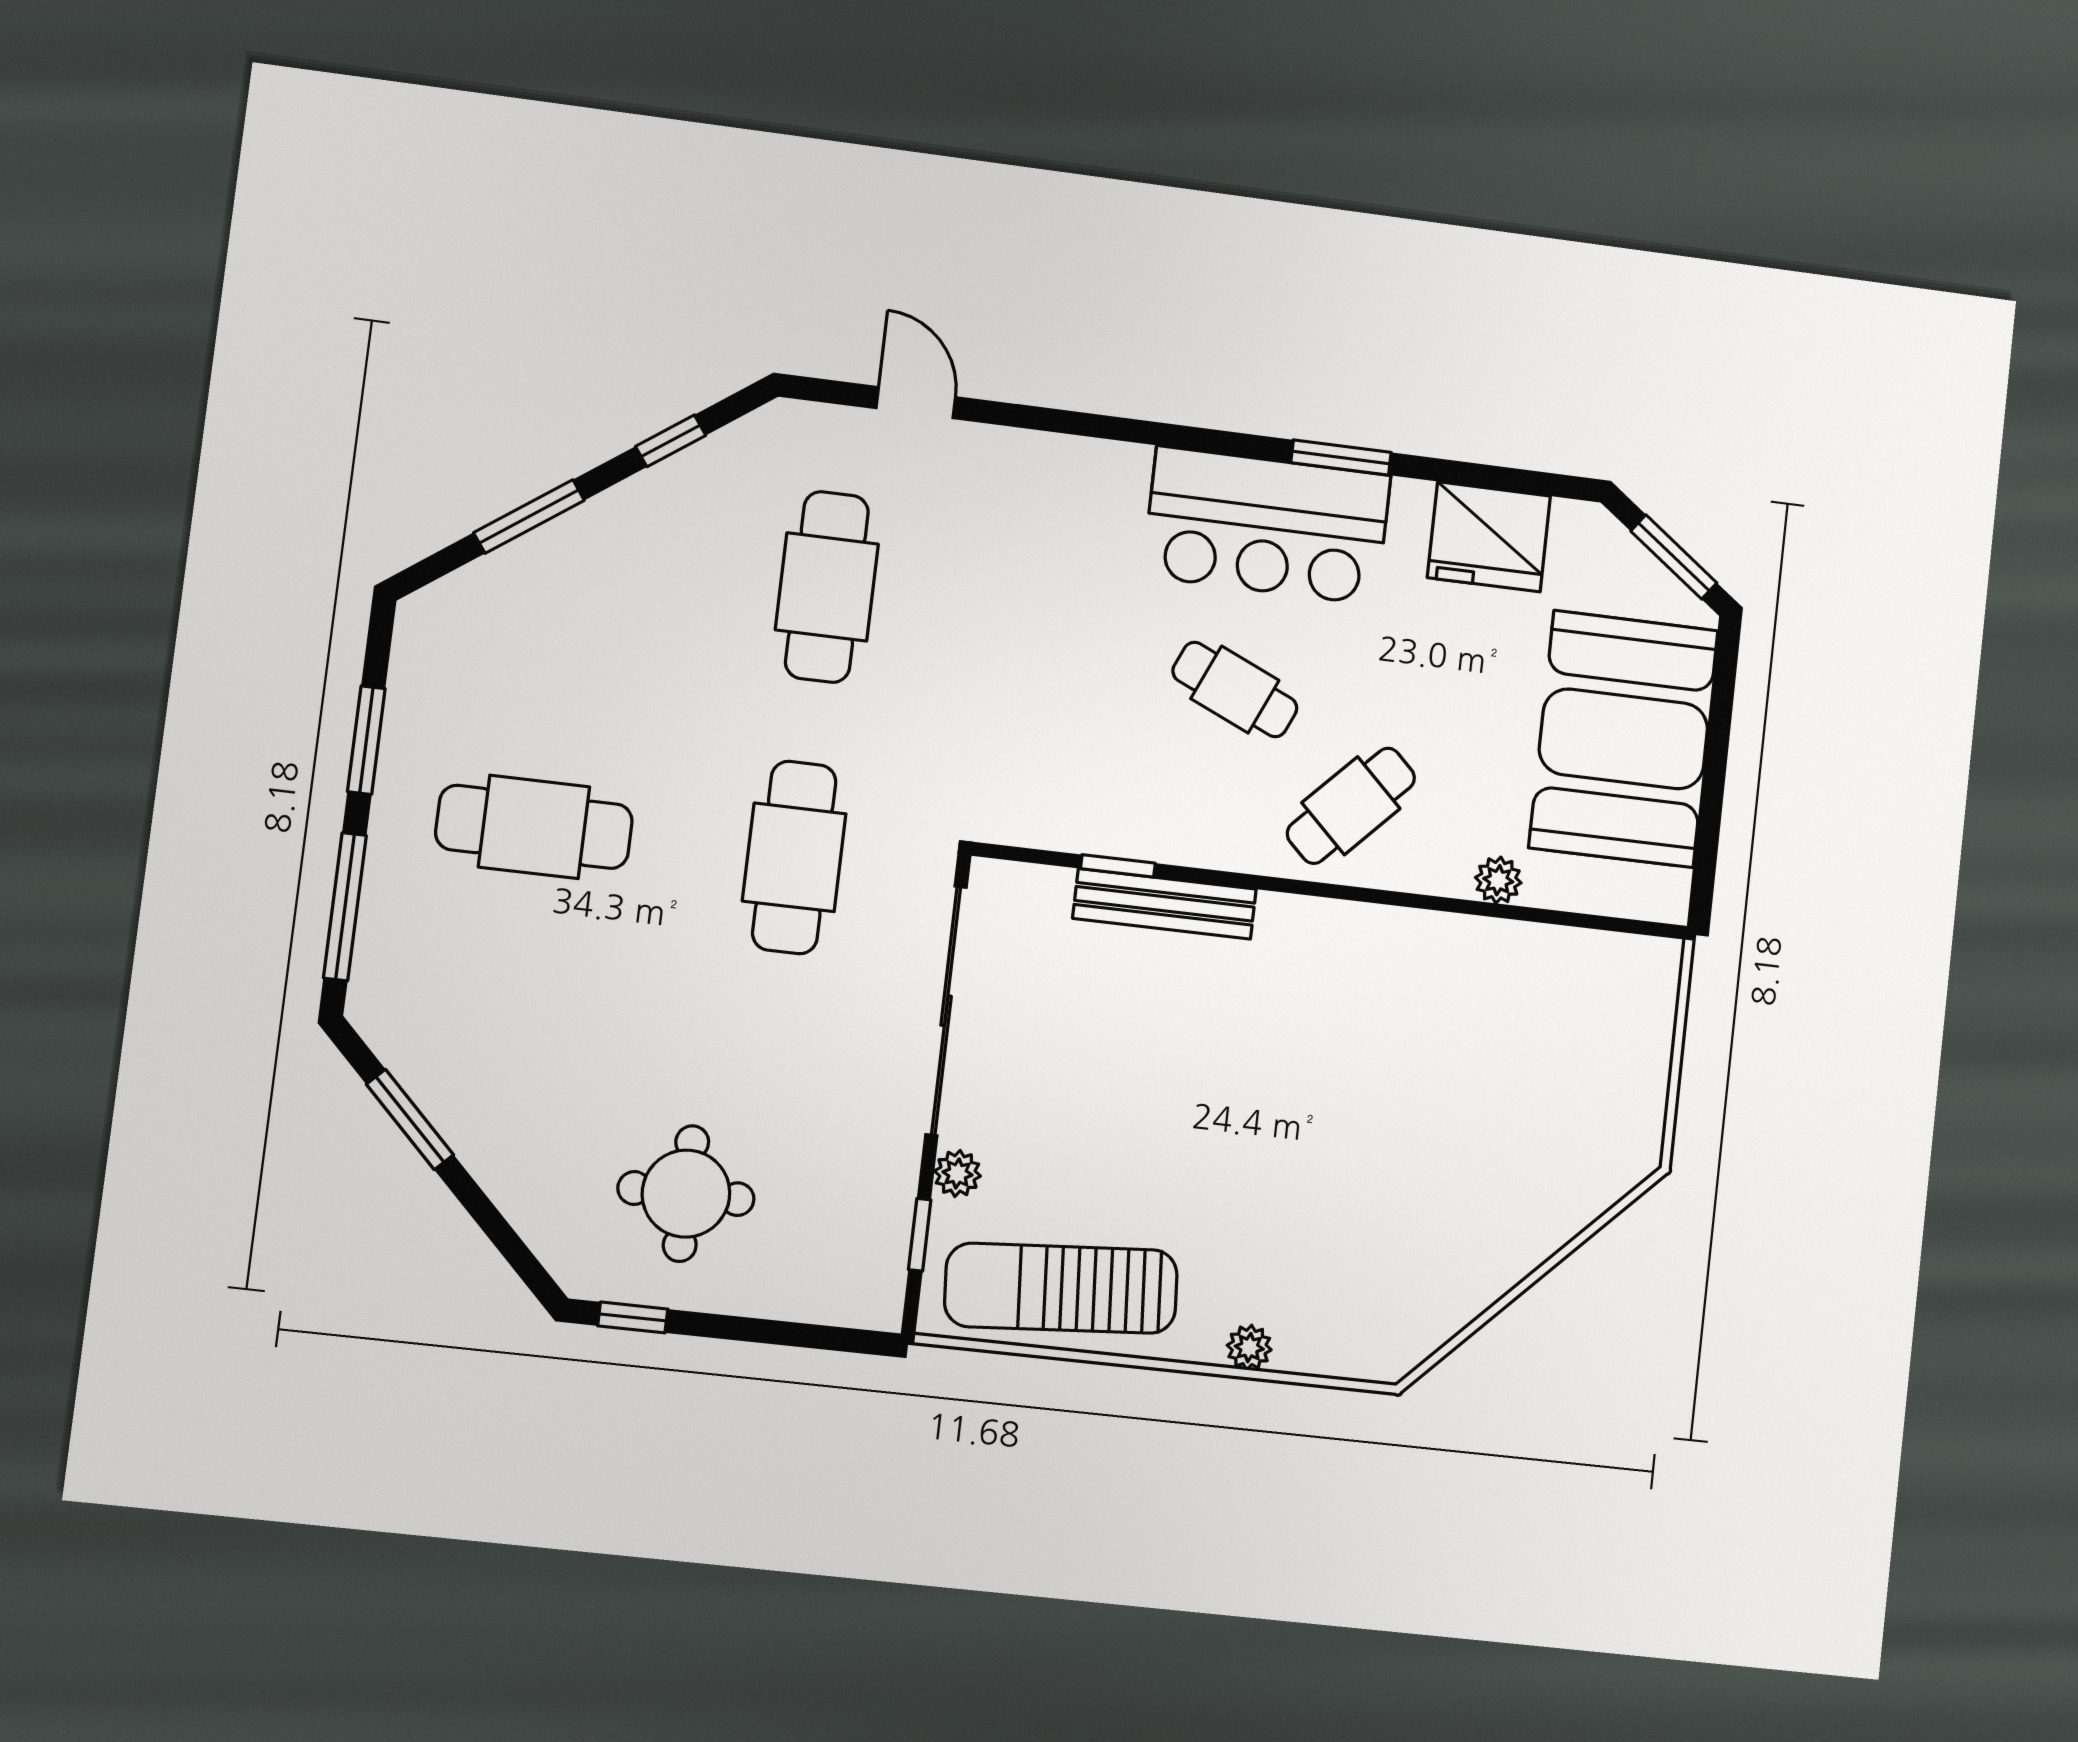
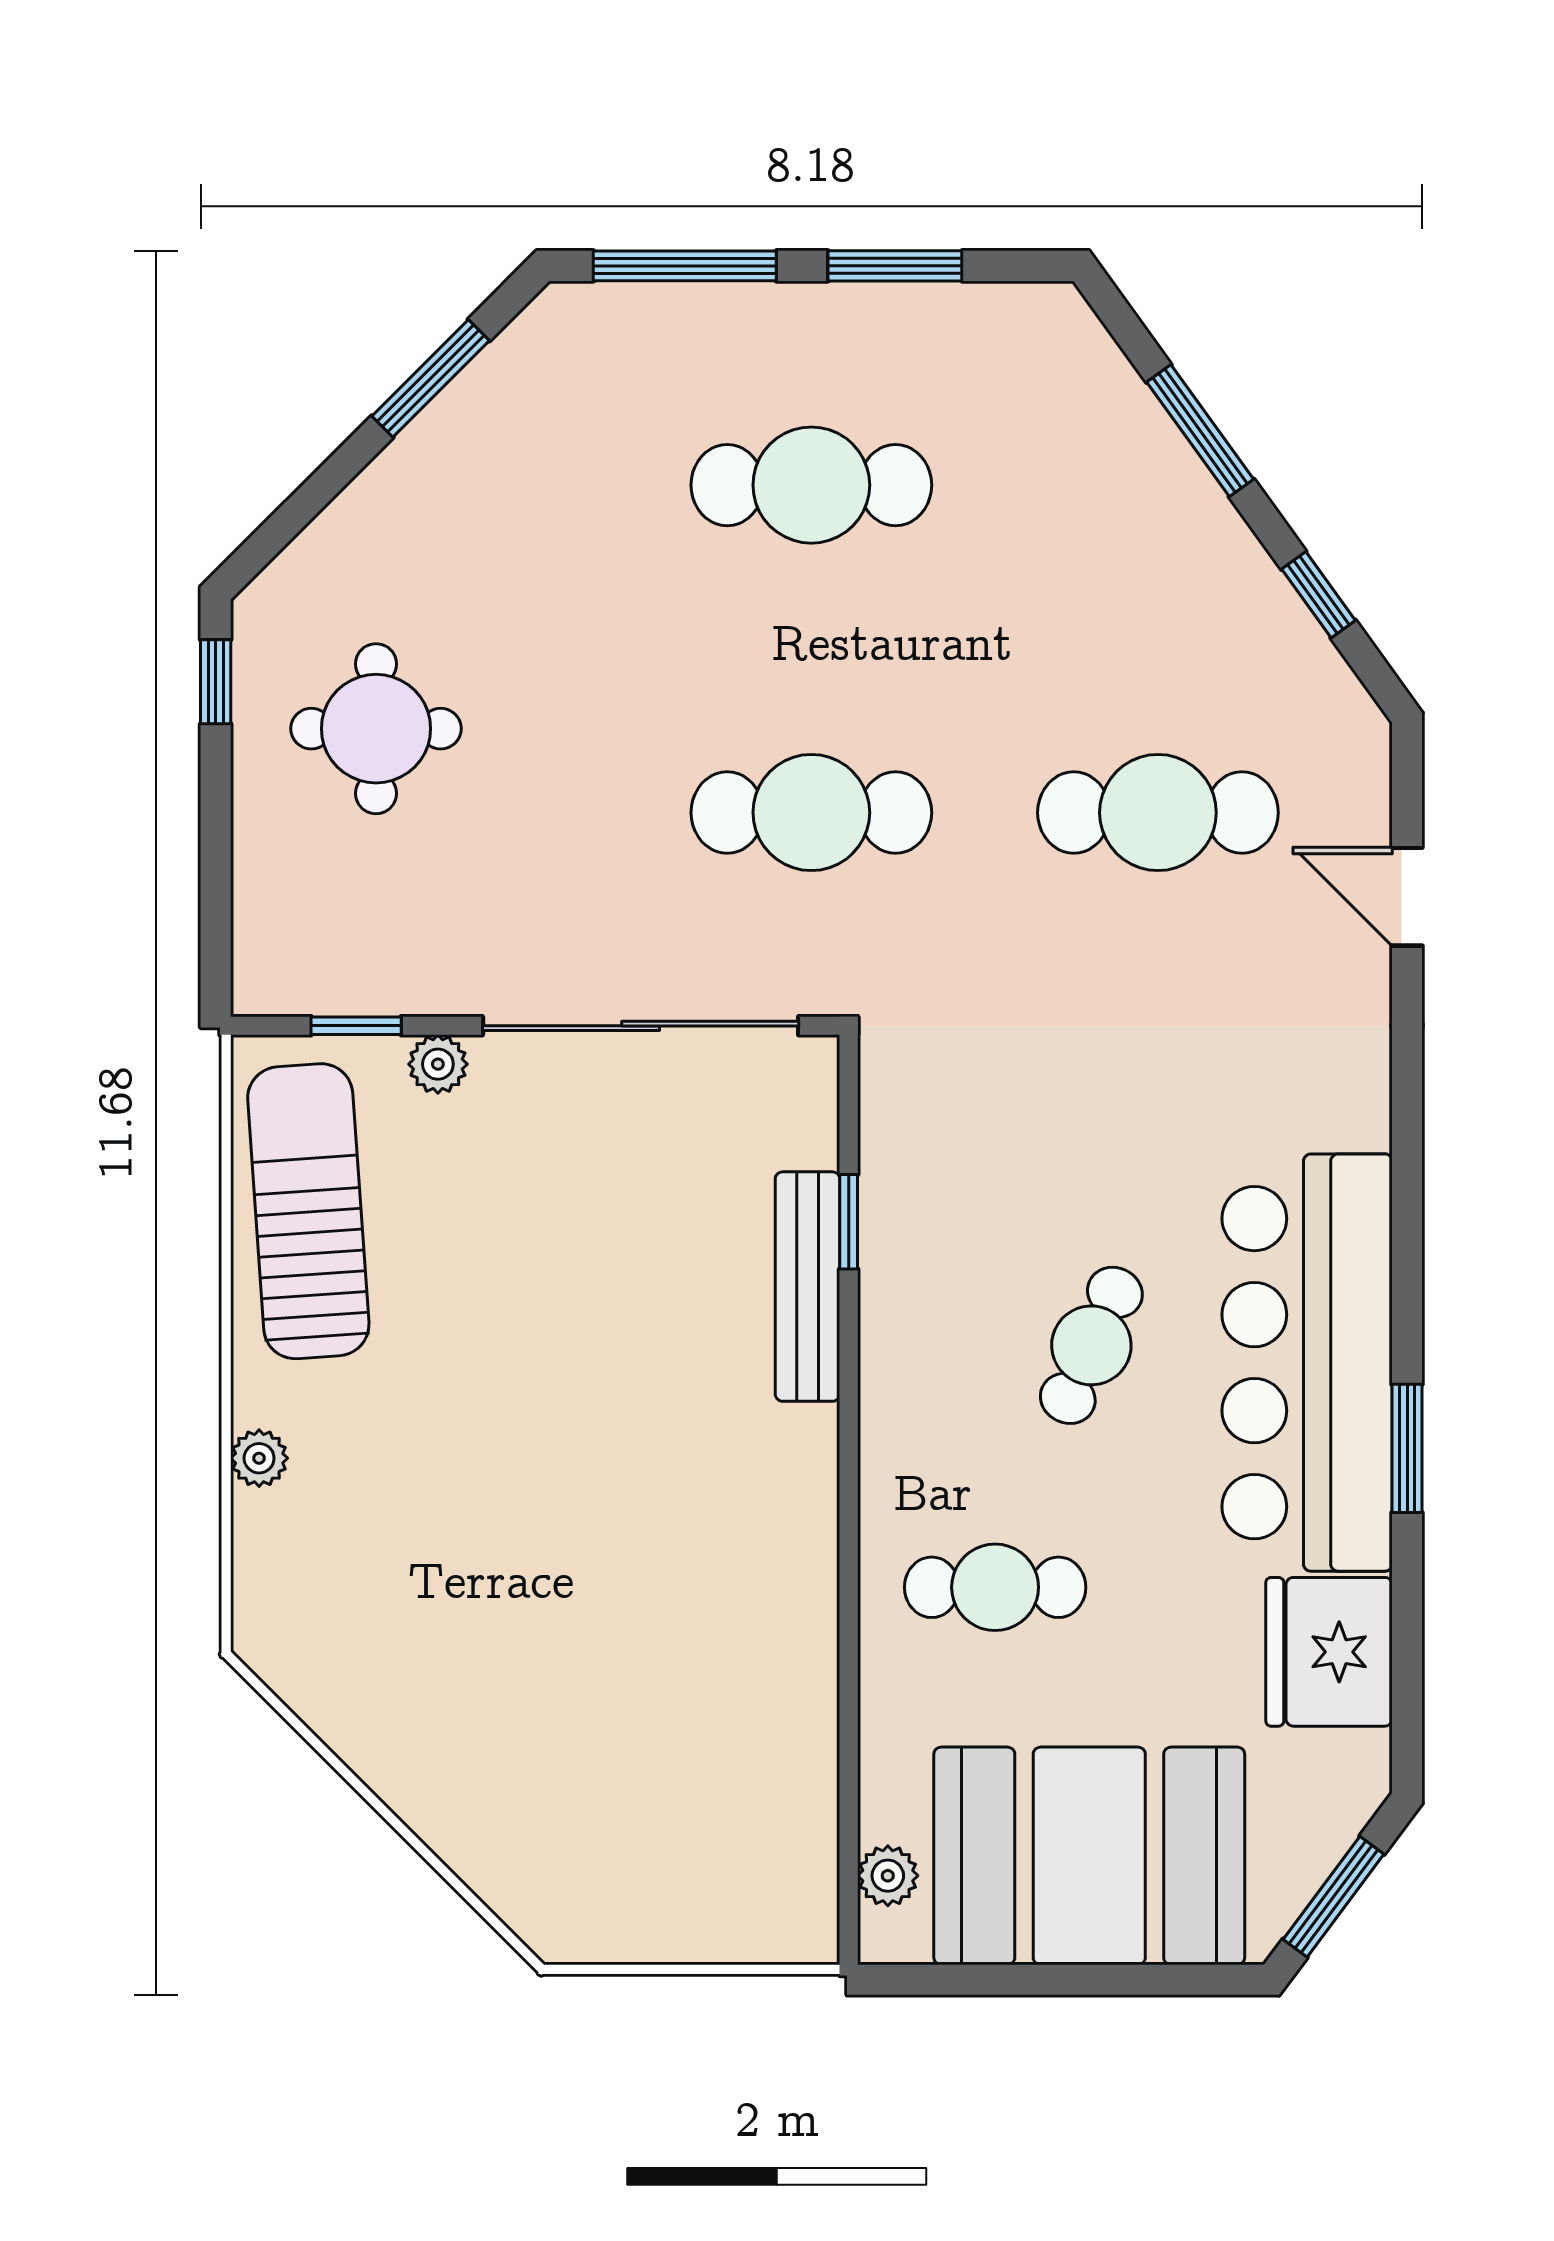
door: (916, 403) -> (1407, 897), swing flipped
bar counter: (1267, 526) -> (1307, 1363), width x1.36
cafe table: (1351, 806) -> (995, 1587), moved, turned -44
cafe table: (534, 827) -> (811, 485), turned 90
plant: (1498, 880) -> (888, 1876), moved

